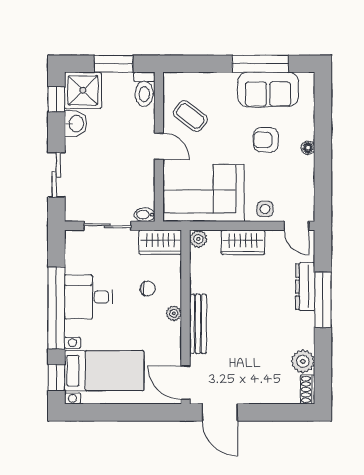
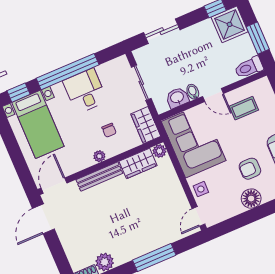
coffee table: (190, 116) -> (244, 108), turned 53
washbasin: (76, 123) -> (177, 98), moved, turned 180
armchair: (266, 140) -> (250, 169), turned -90
door: (159, 146) -> (213, 95), hinge flipped
floor lamp: (308, 148) -> (251, 199), width x1.89, depth x1.89
bidet: (145, 215) -> (193, 92), moved
wardrobe: (243, 242) -> (138, 163), moved, turned -90
dresser: (305, 287) -> (158, 241), removed

